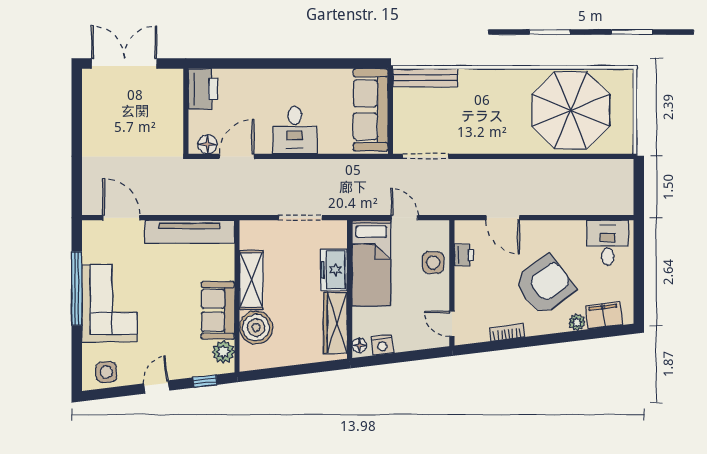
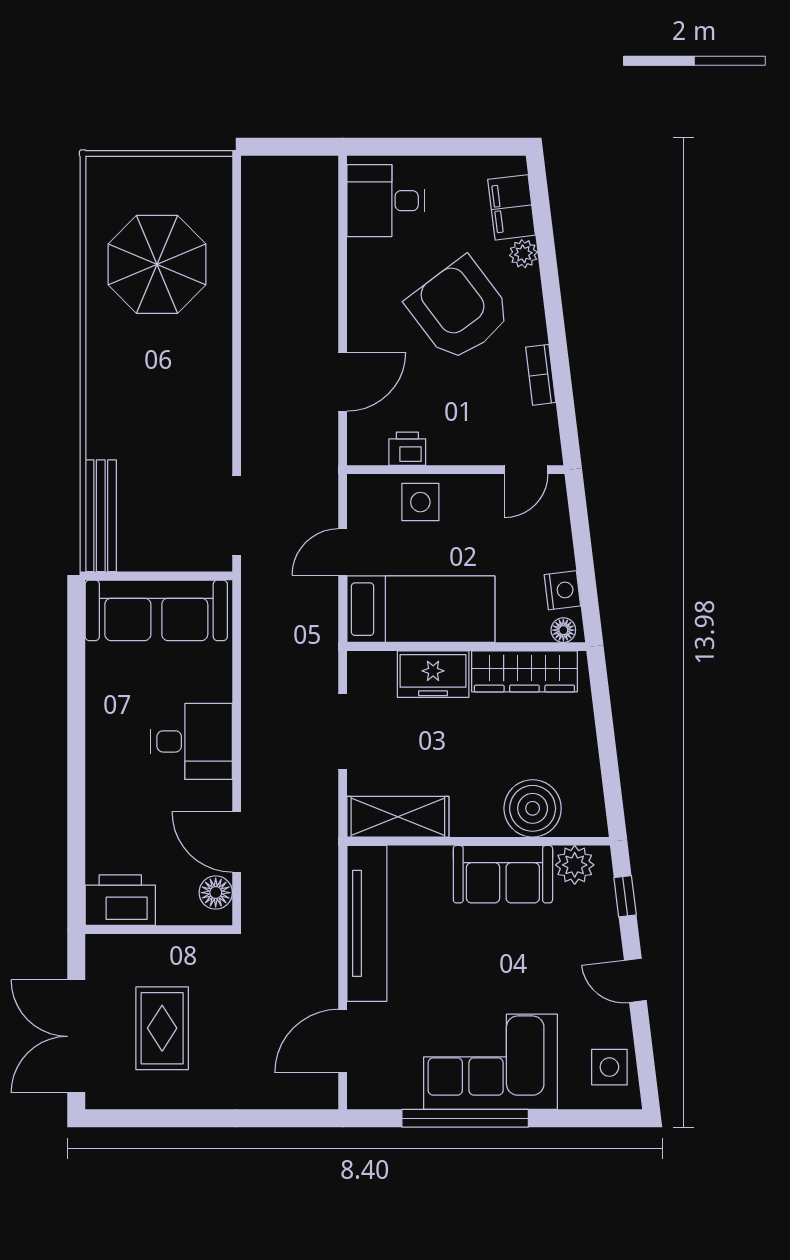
parasol: (571, 110) -> (157, 264), width x0.73, depth x0.73
rug: (129, 113) -> (162, 1028), added
shelving: (251, 280) -> (398, 817), moved

